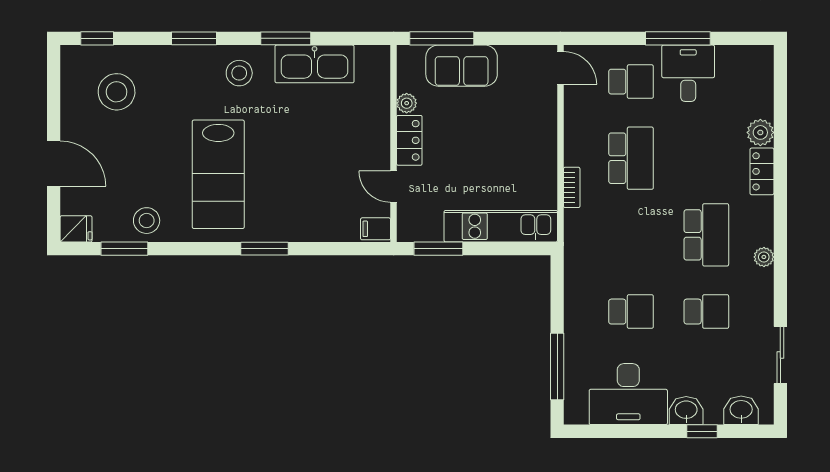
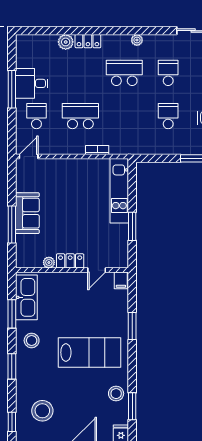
plant: (407, 103) -> (49, 262), moved
locker: (409, 140) -> (70, 261), moved
wall: (394, 144) -> (72, 270), moved
door: (394, 187) -> (97, 270), moved
filing cabinet: (376, 229) -> (121, 280), moved

